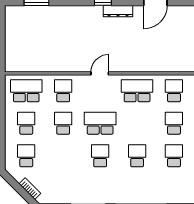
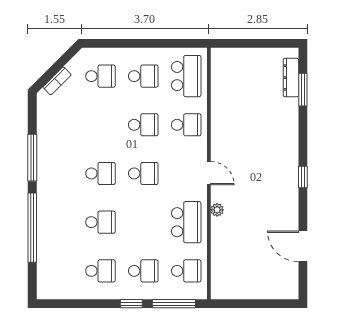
dresser: (118, 11) -> (291, 78), moved
plant: (128, 67) -> (217, 210), added
school desk: (100, 123) -> (143, 173), width x0.54

